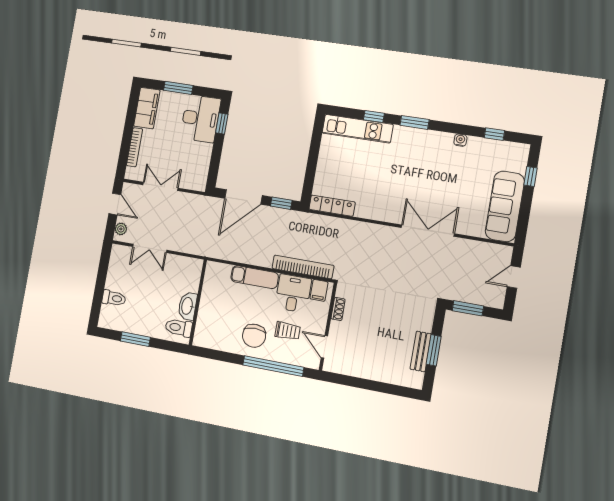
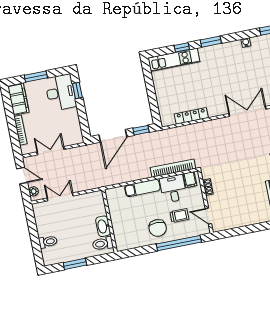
locker: (332, 206) -> (191, 116), moved
double door: (150, 248) -> (60, 197), swing flipped

